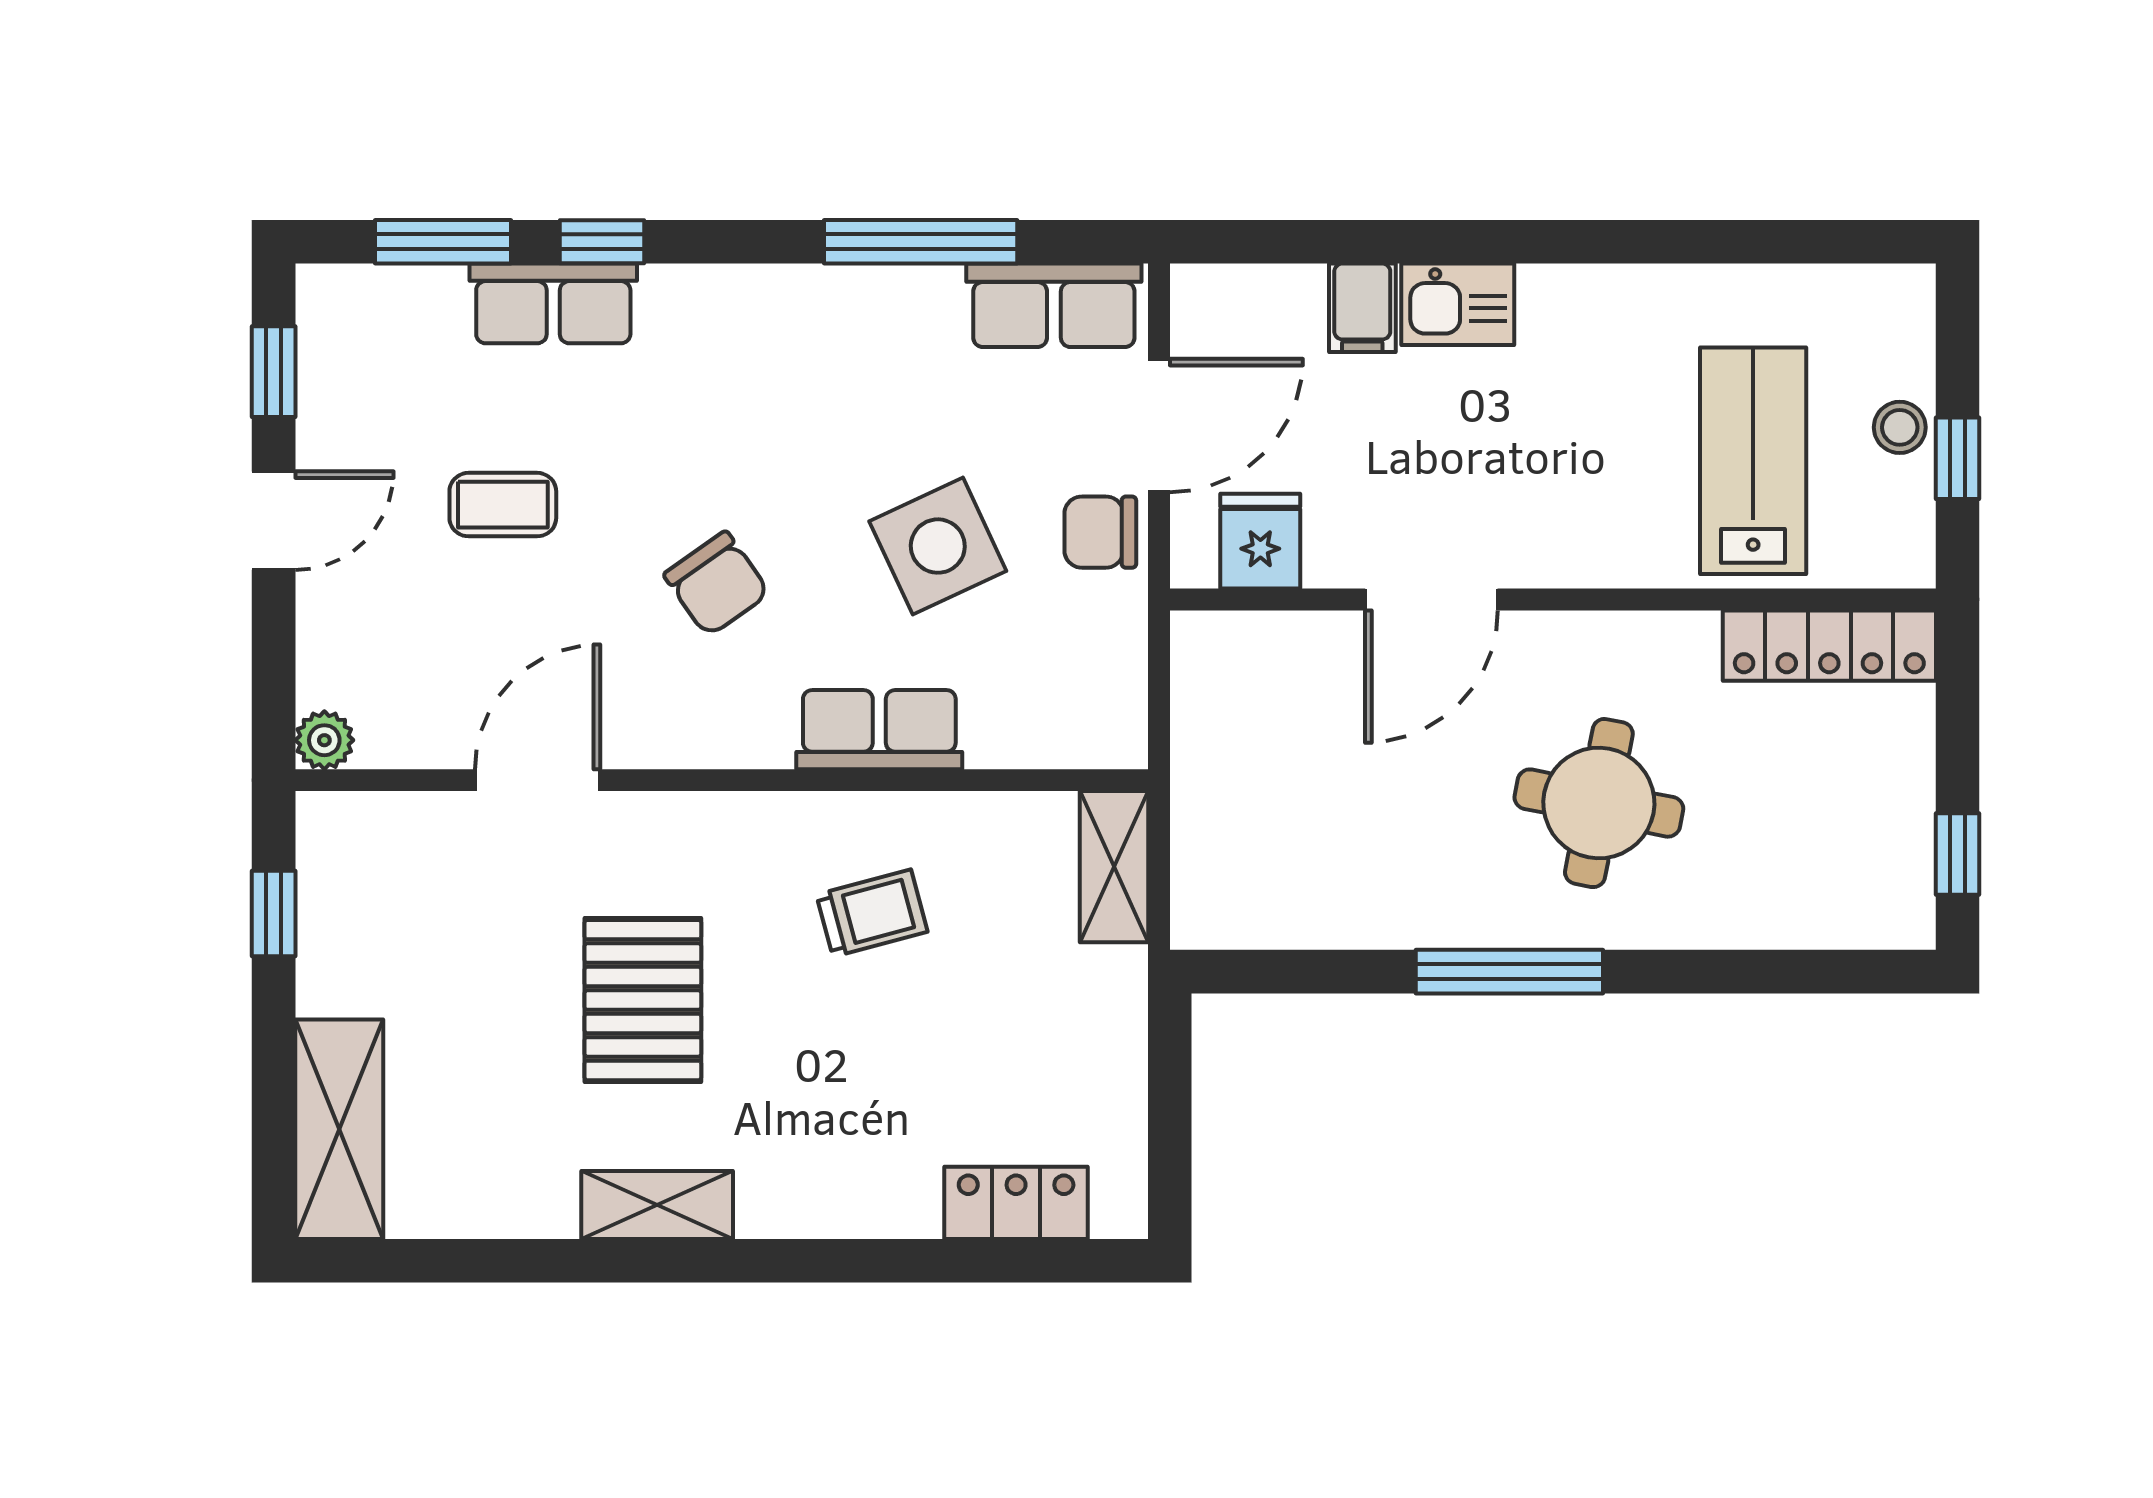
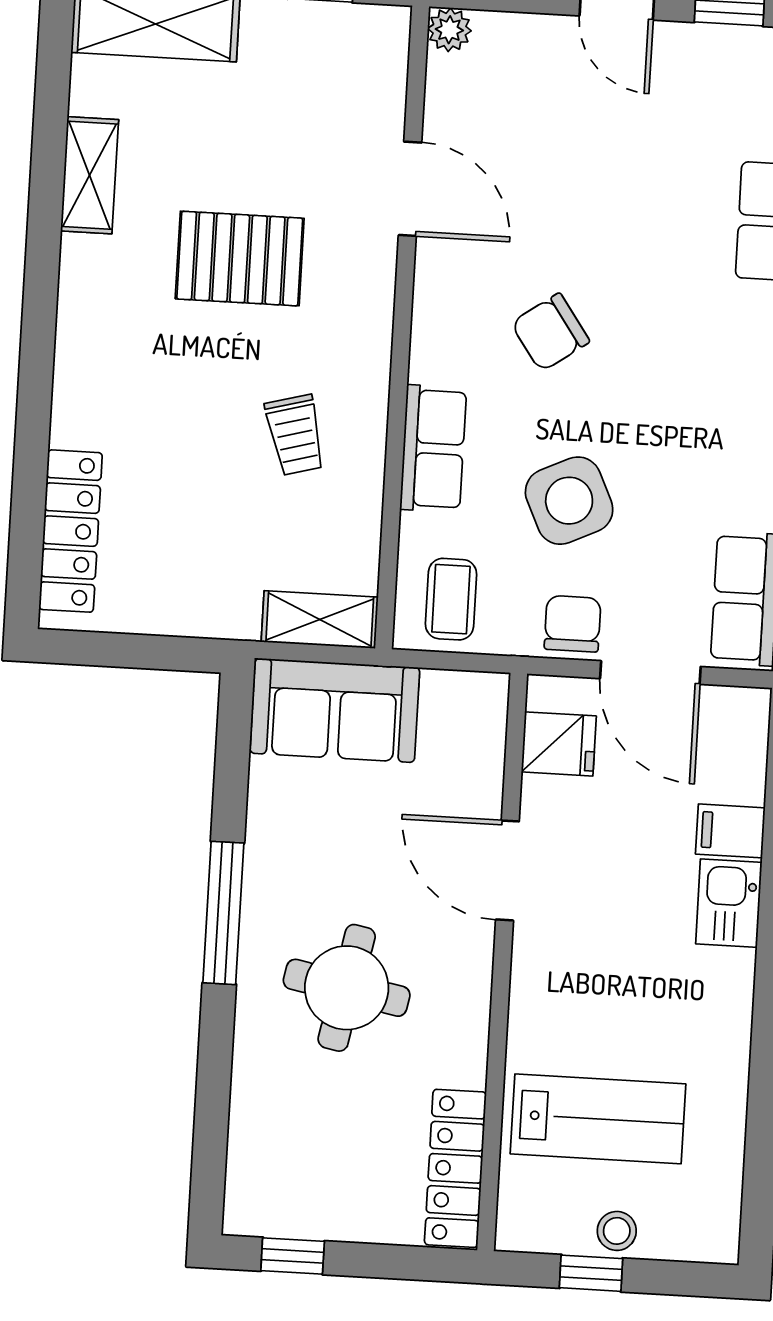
coffee table: (503, 505) -> (451, 599), moved
sofa: (1233, 840) -> (335, 710), added
locker: (1016, 1203) -> (71, 531), width x1.53
shelving: (657, 1205) -> (89, 175), moved

